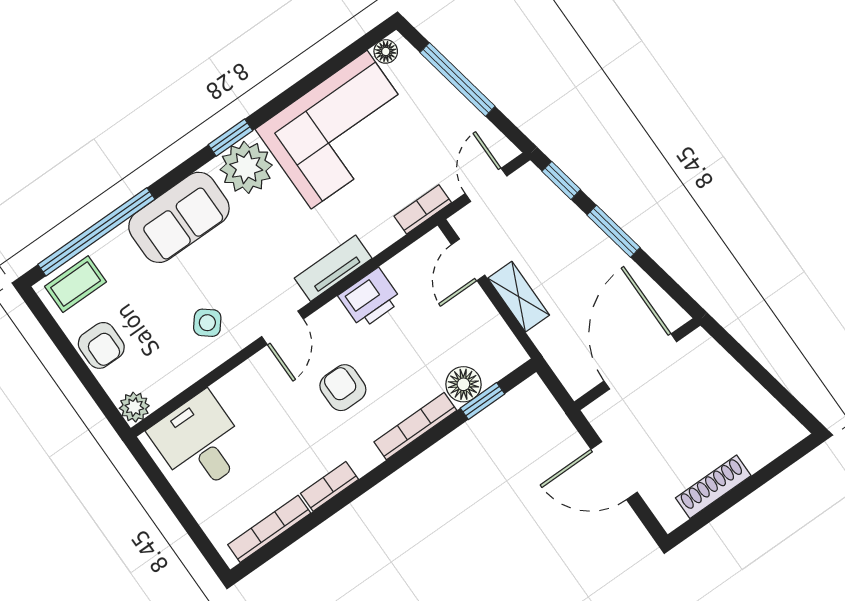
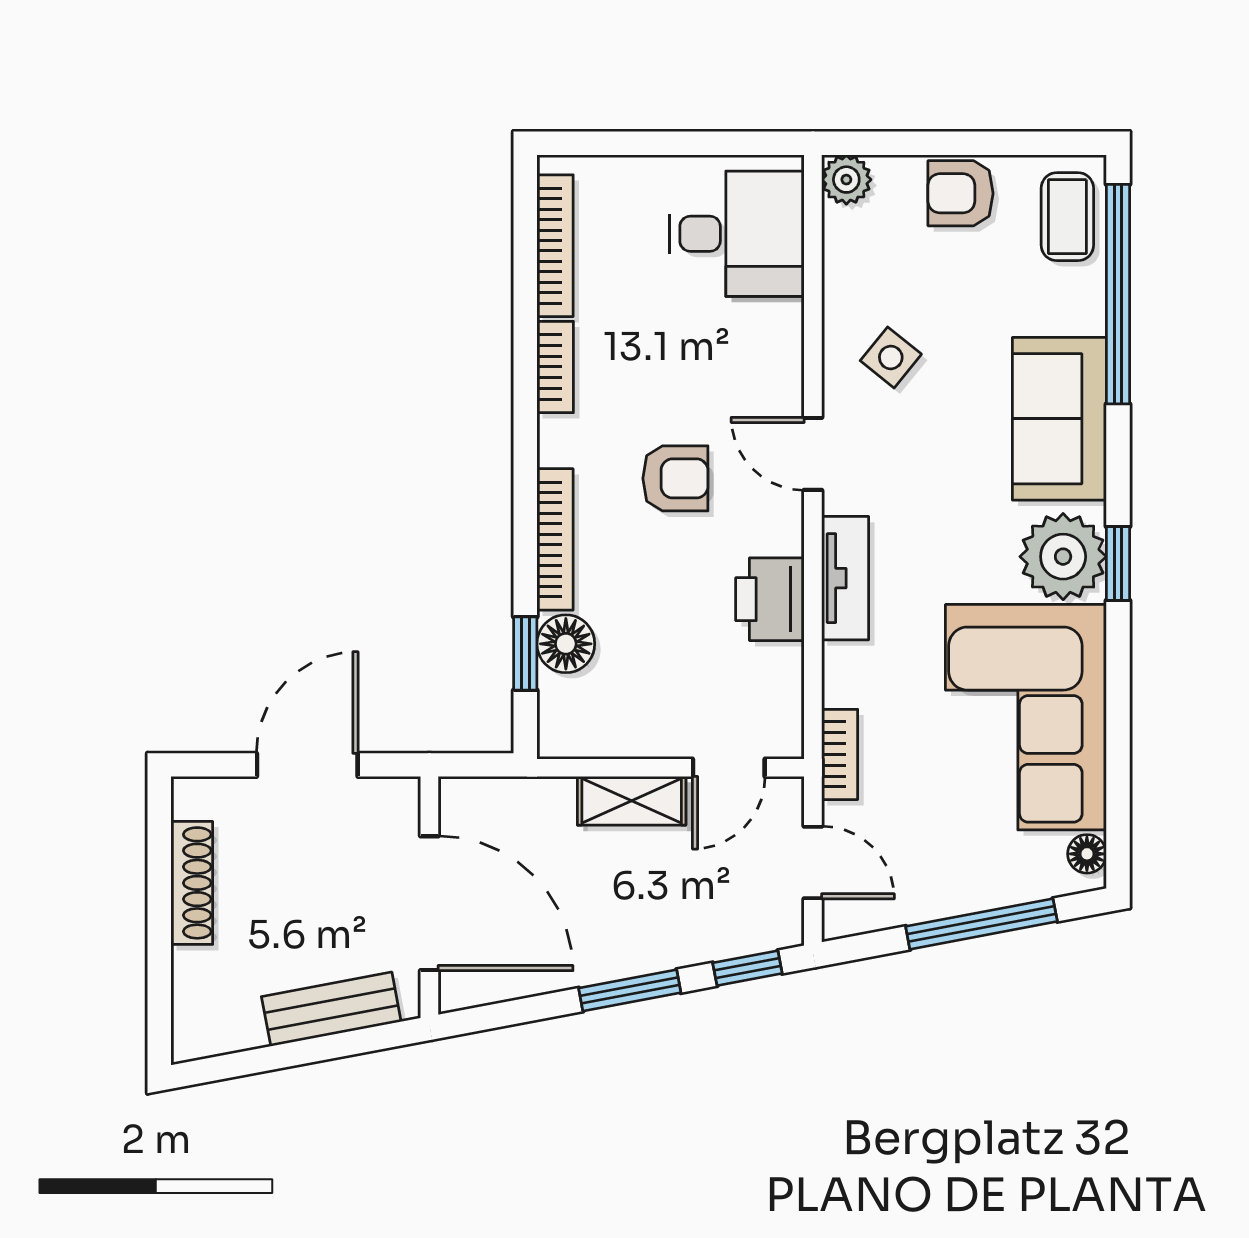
door: (468, 260) -> (729, 768), swing flipped
bench: (727, 373) -> (331, 1009), added

